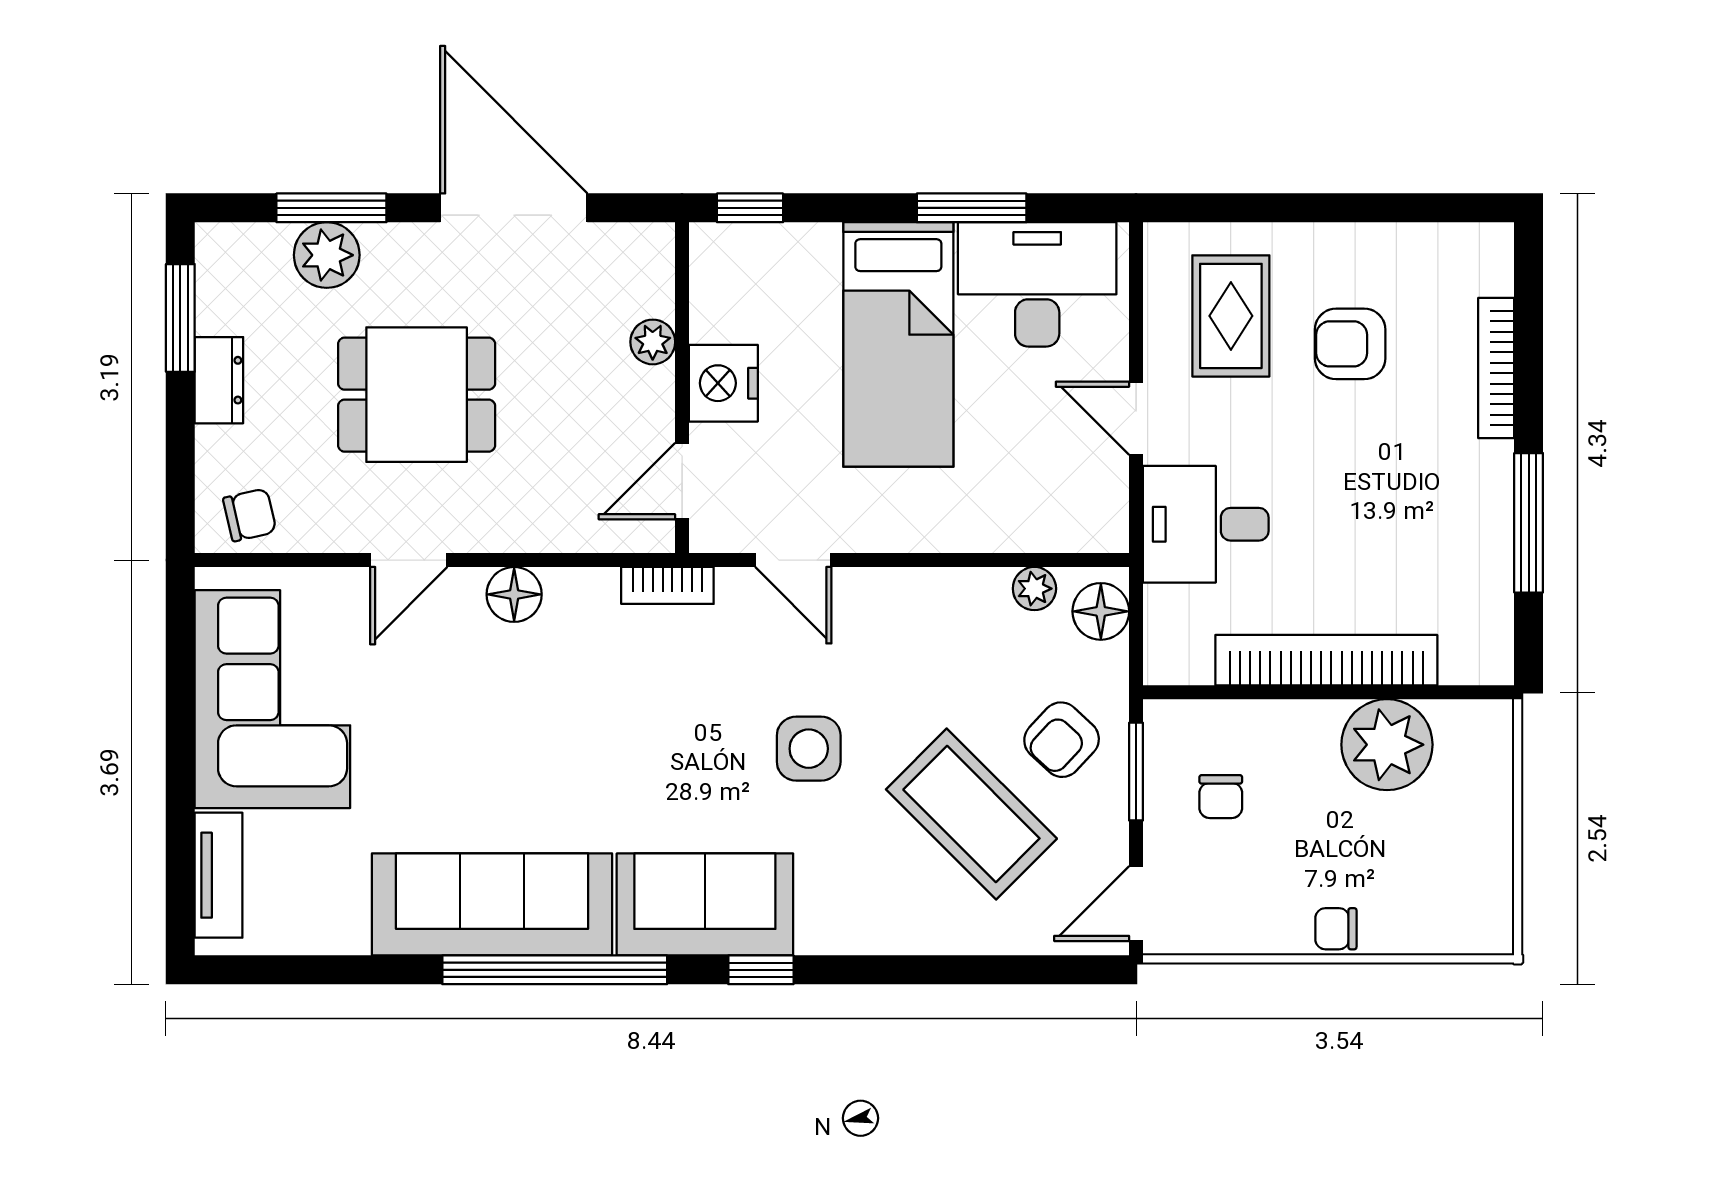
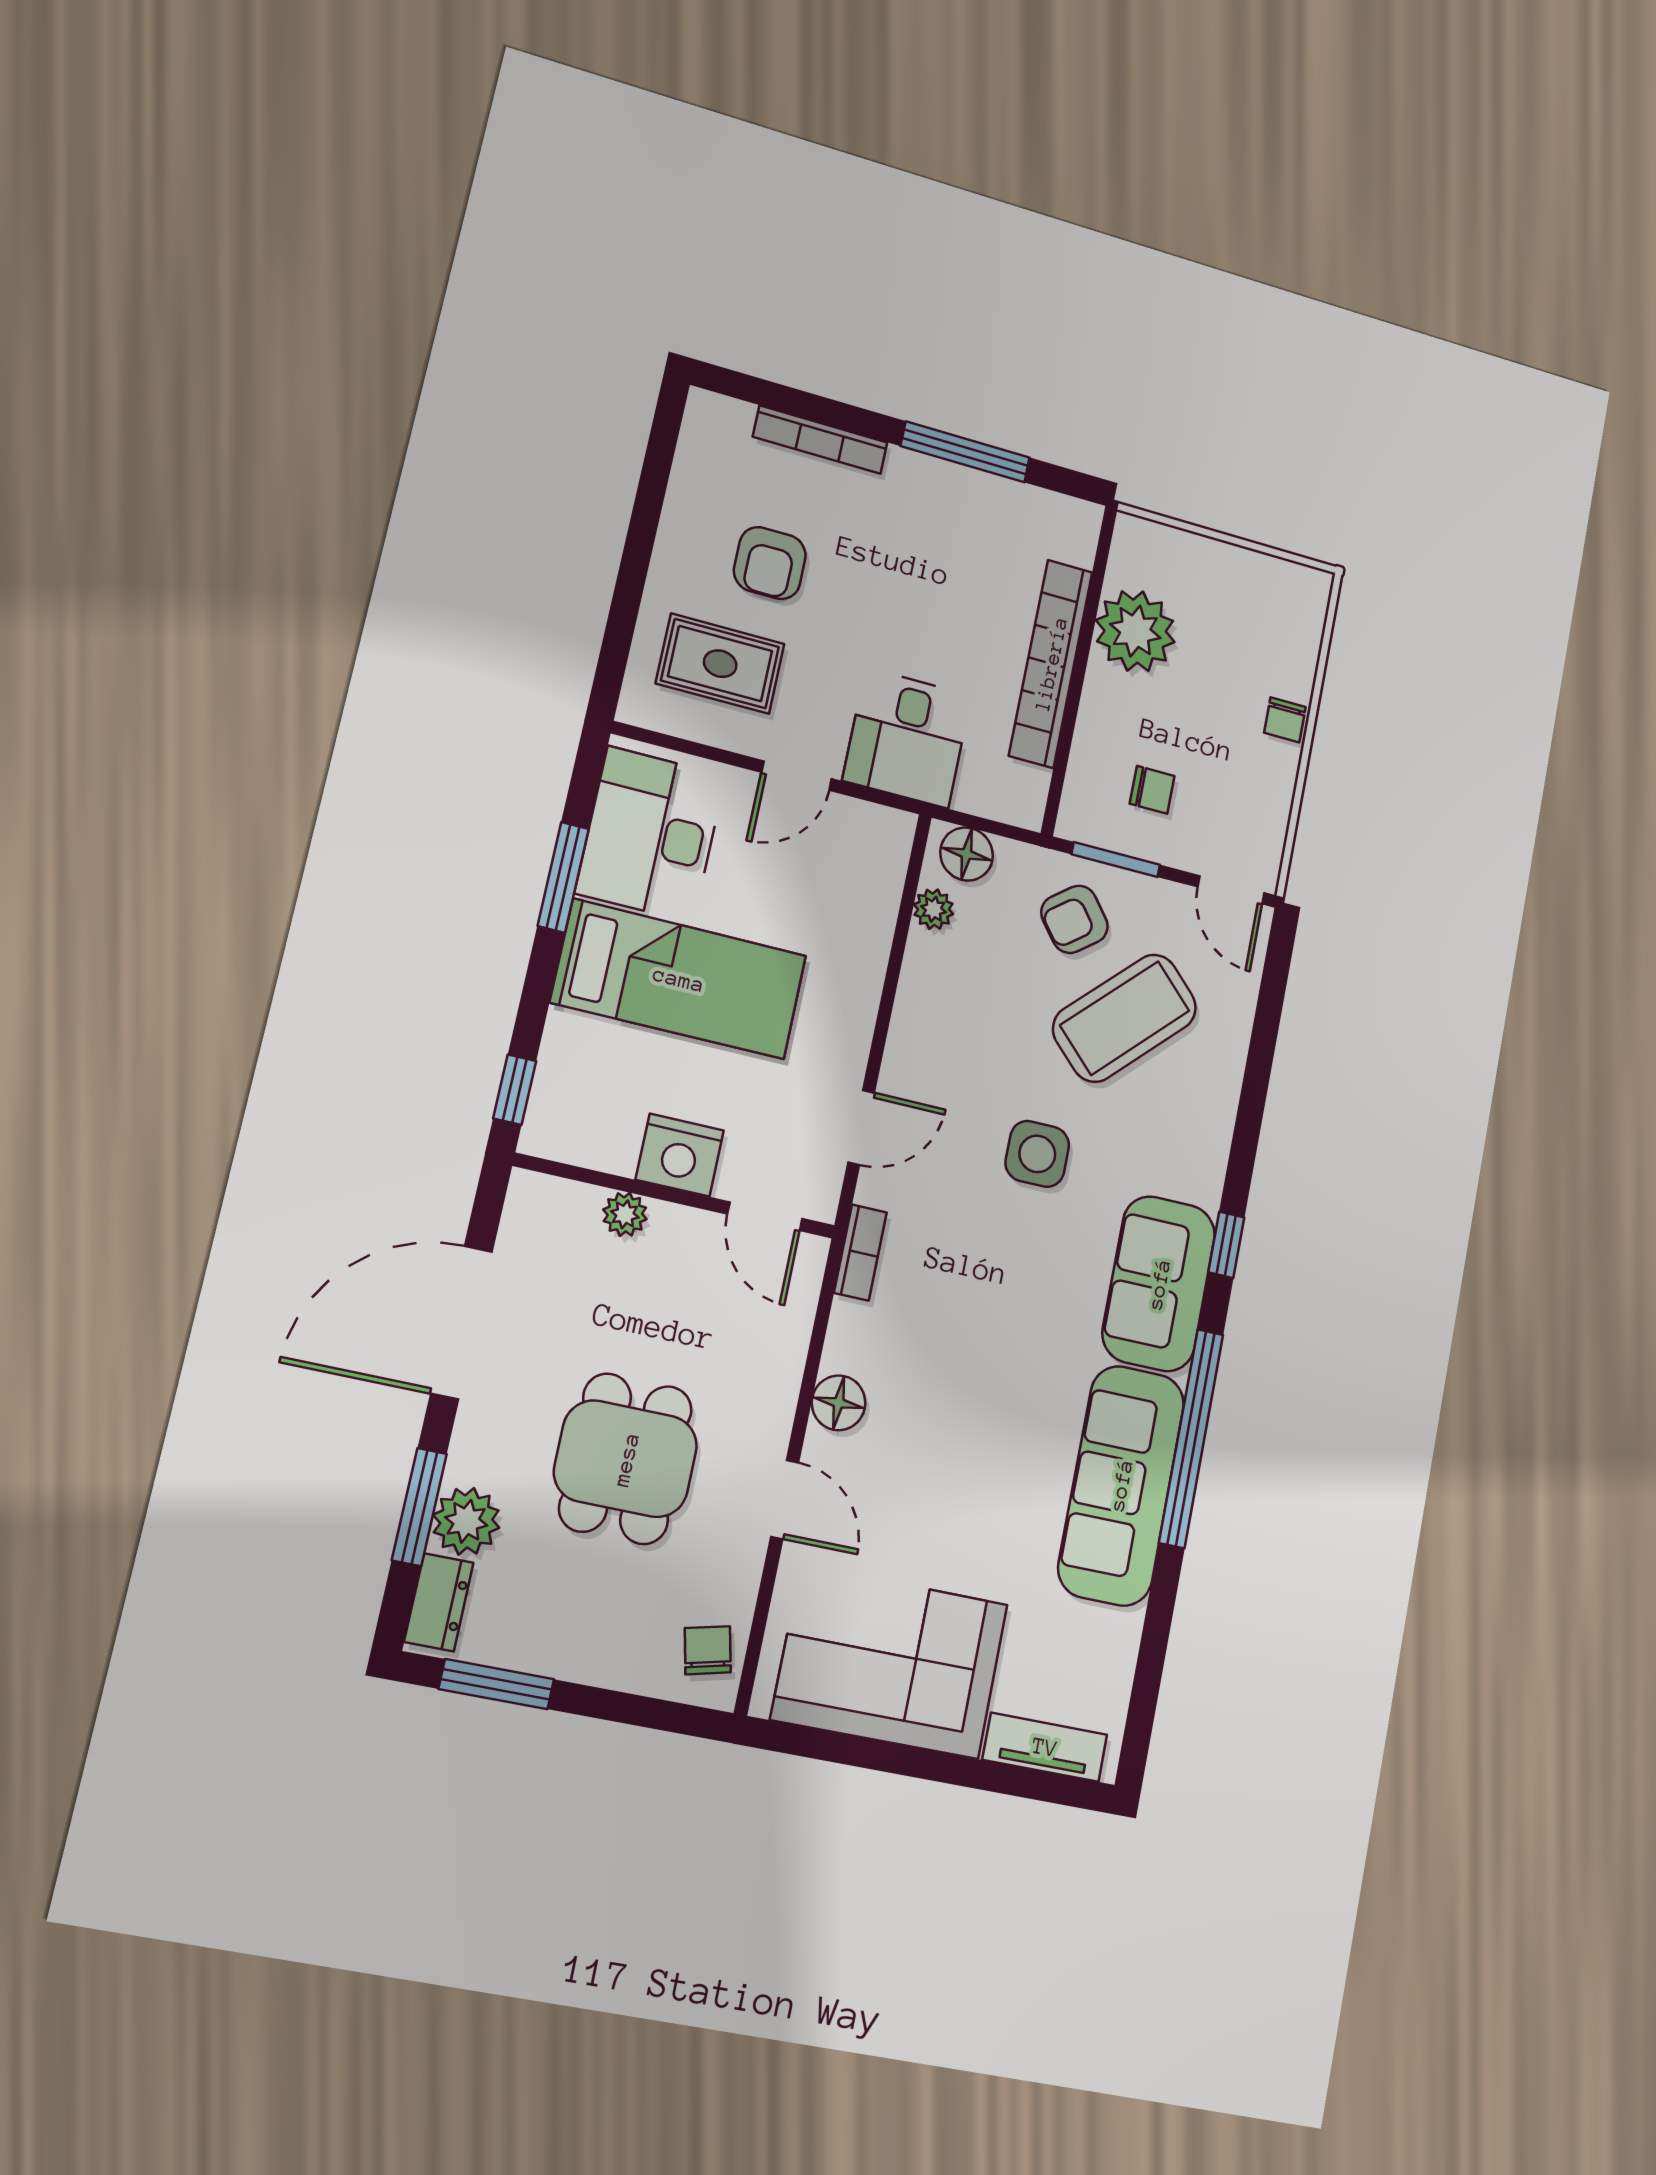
dresser: (219, 380) -> (439, 1602), moved, turned 90
armchair: (1062, 740) -> (1074, 919), turned 99

